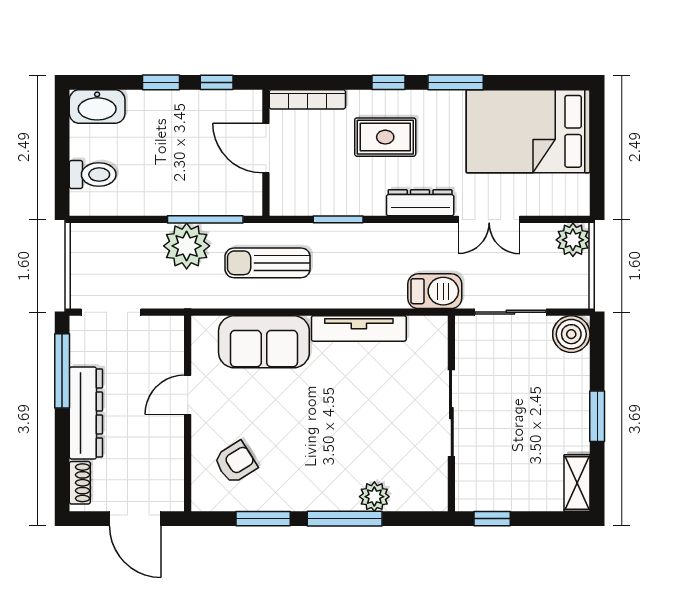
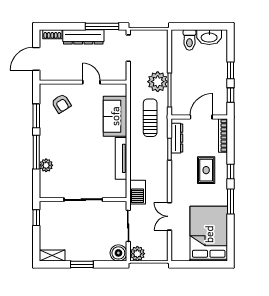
washbasin: (97, 107) -> (209, 37), moved, turned -90
dresser: (420, 203) -> (177, 138), moved
plant: (573, 240) -> (137, 254), moved

